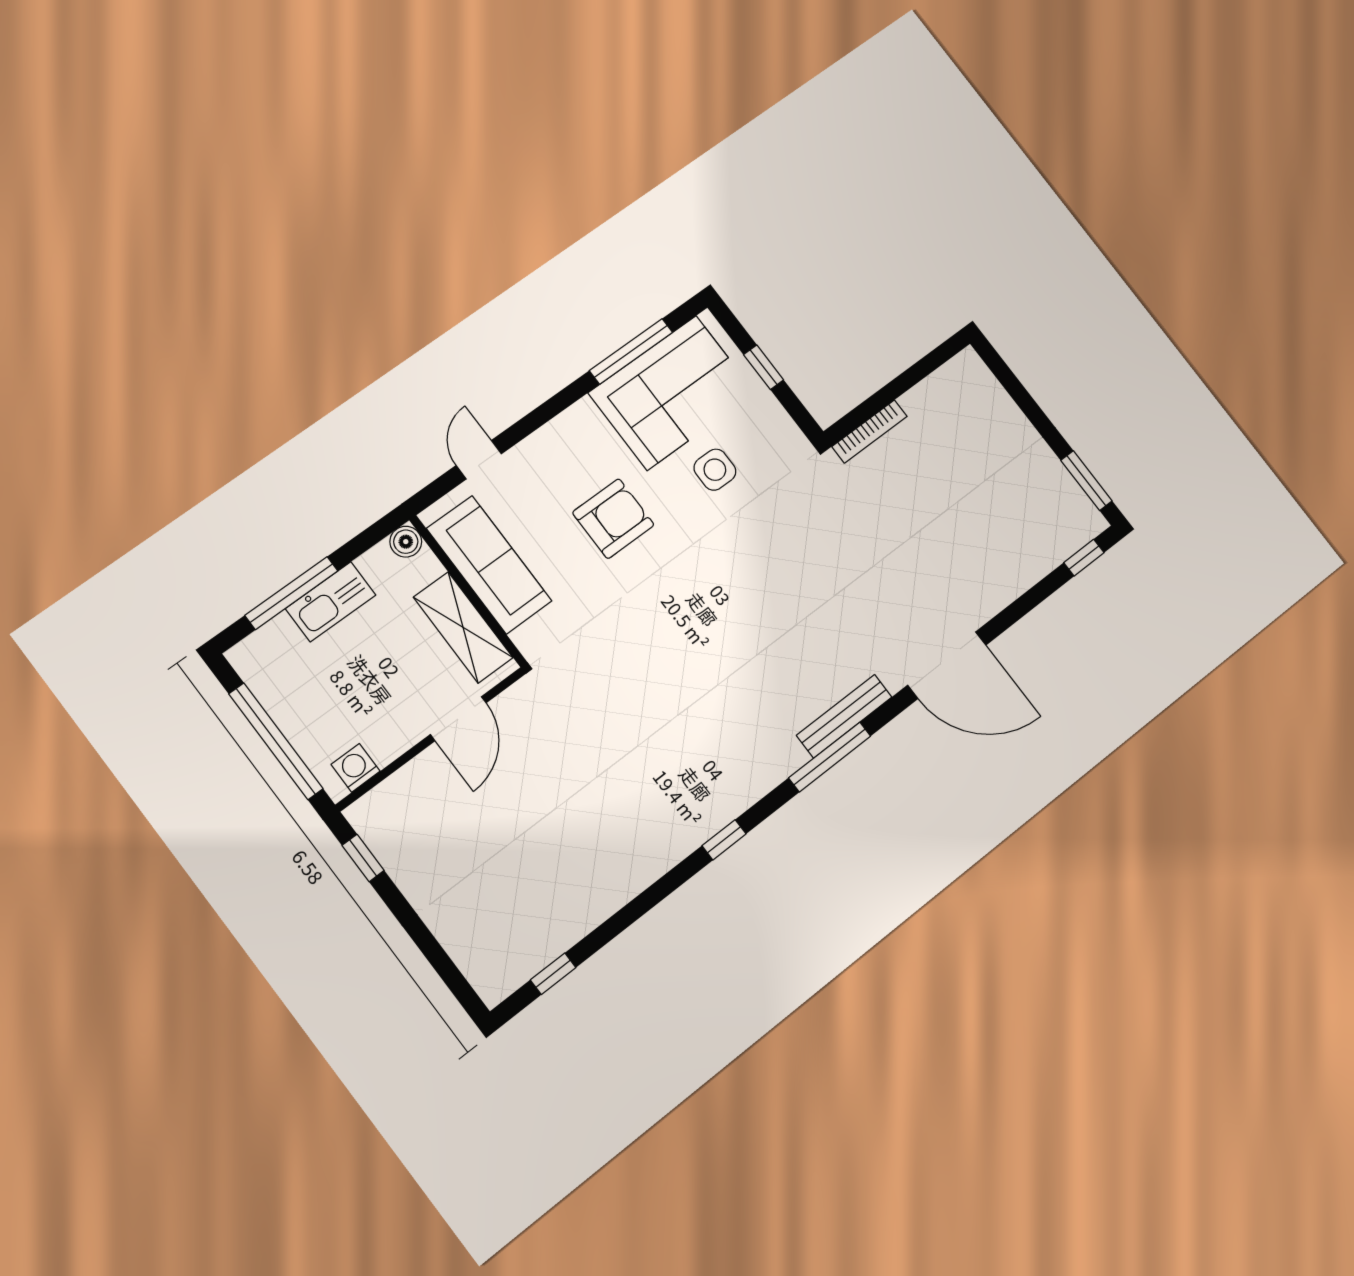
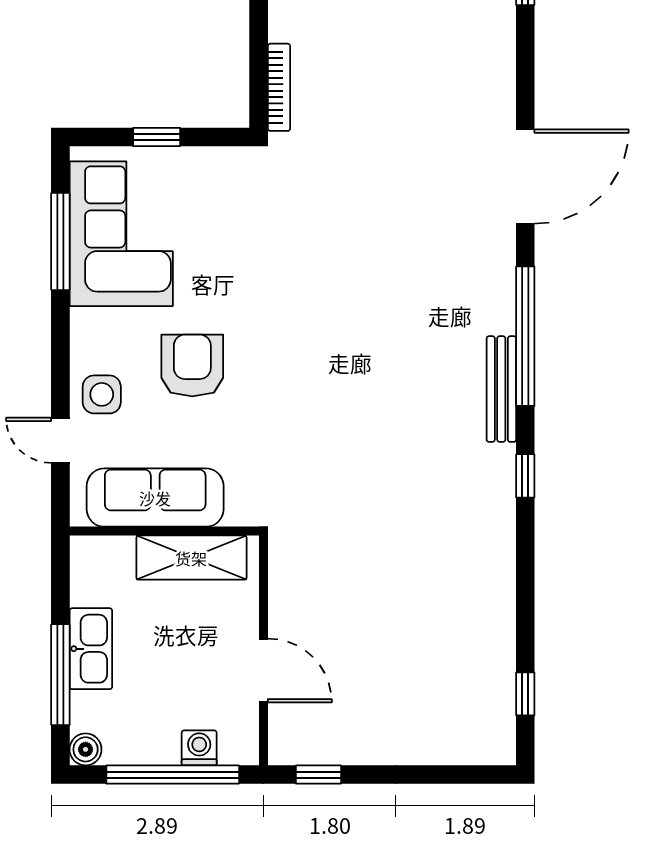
side table: (715, 470) -> (102, 394), moved
boiler: (406, 542) -> (86, 749), moved
bench: (844, 716) -> (501, 389), moved
door: (458, 719) -> (263, 670), moved
window: (830, 757) -> (525, 336), width x1.46
washing machine: (356, 768) -> (199, 748), moved, turned 90

